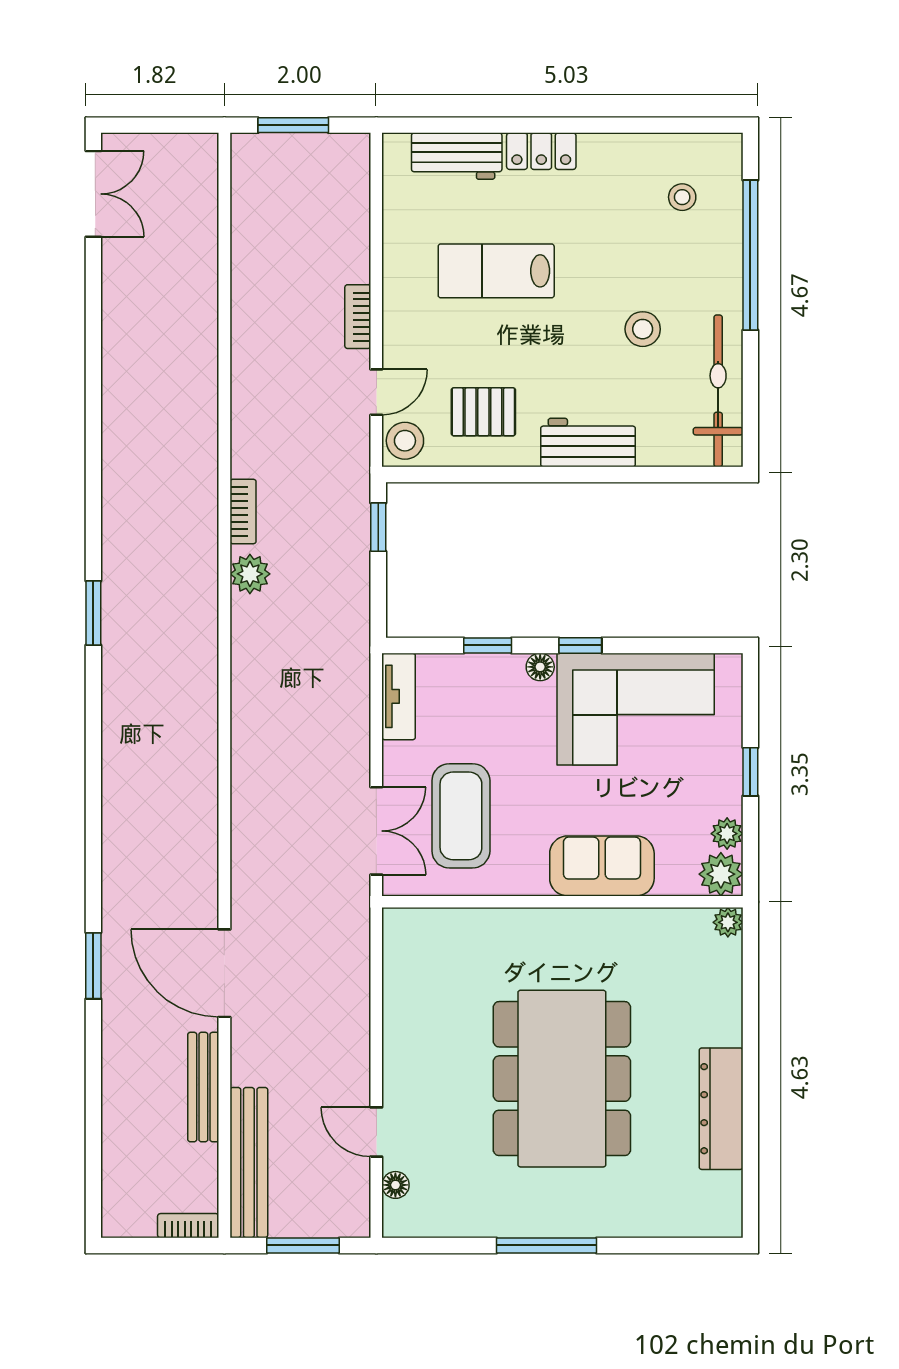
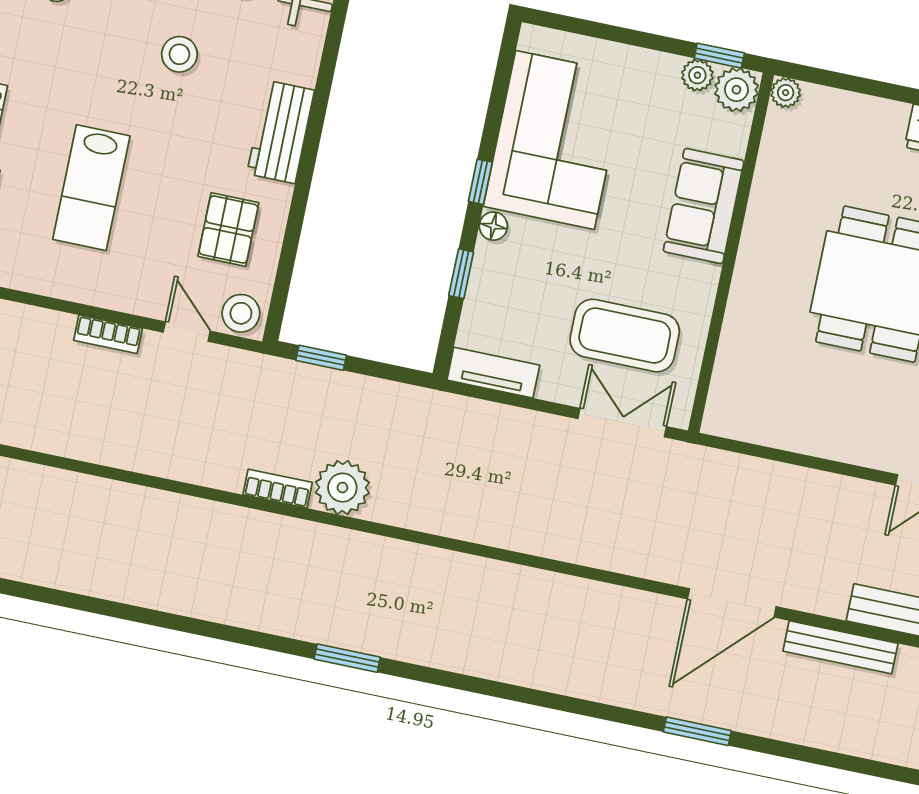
plant: (250, 574) -> (342, 488), width x1.36, depth x1.36
window: (750, 772) -> (719, 56), moved

